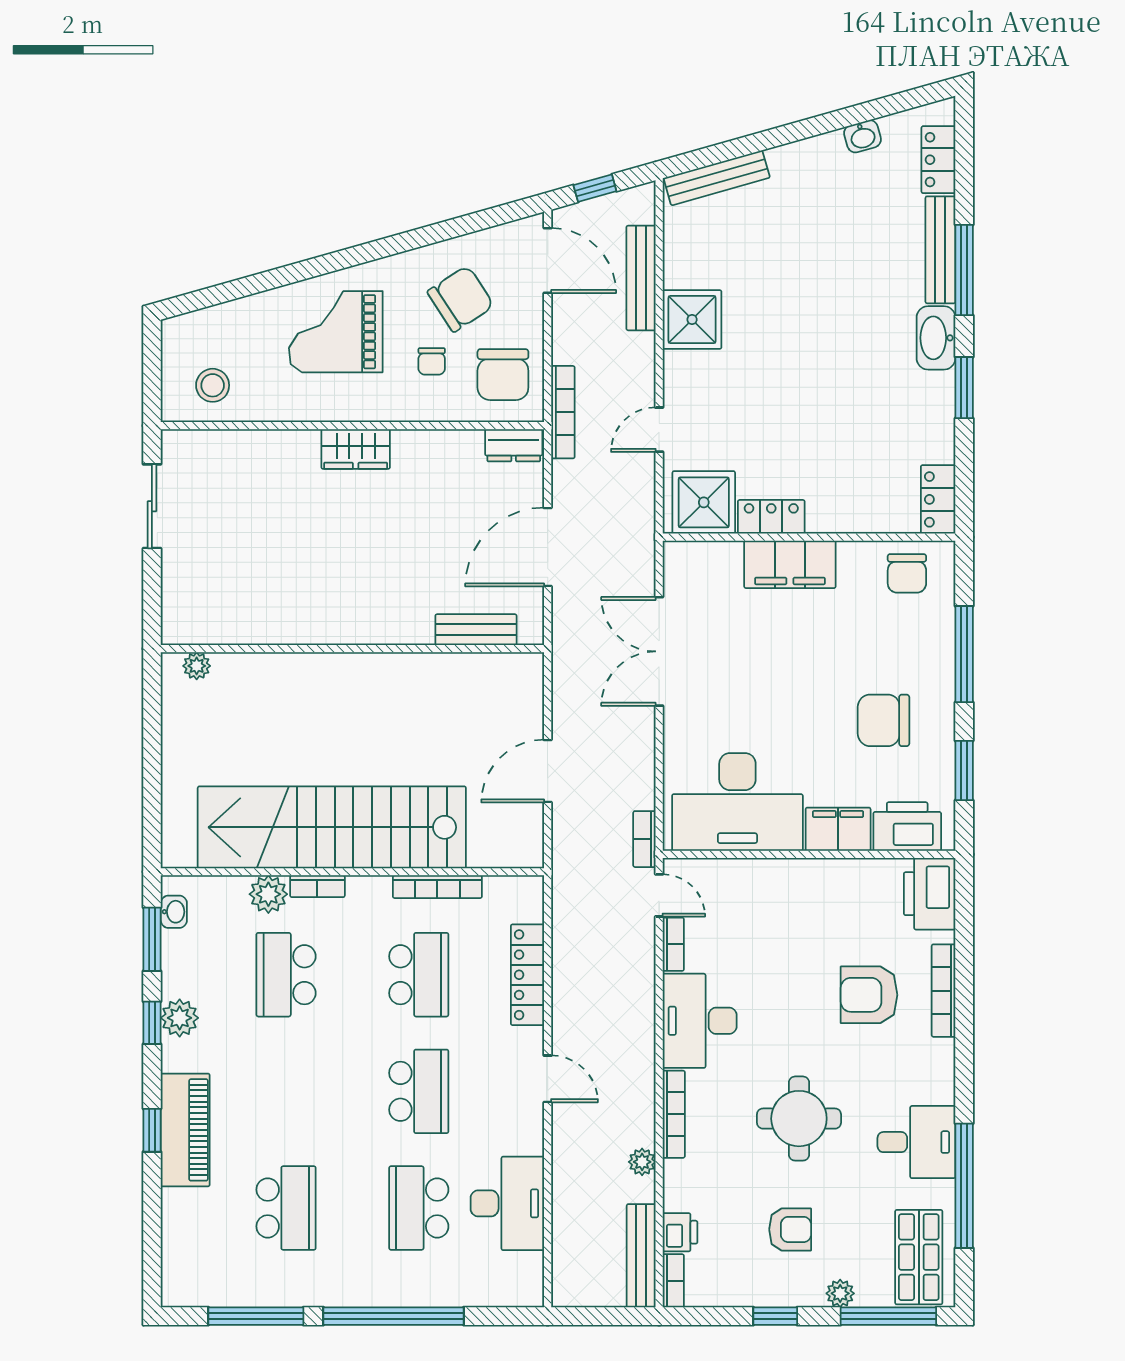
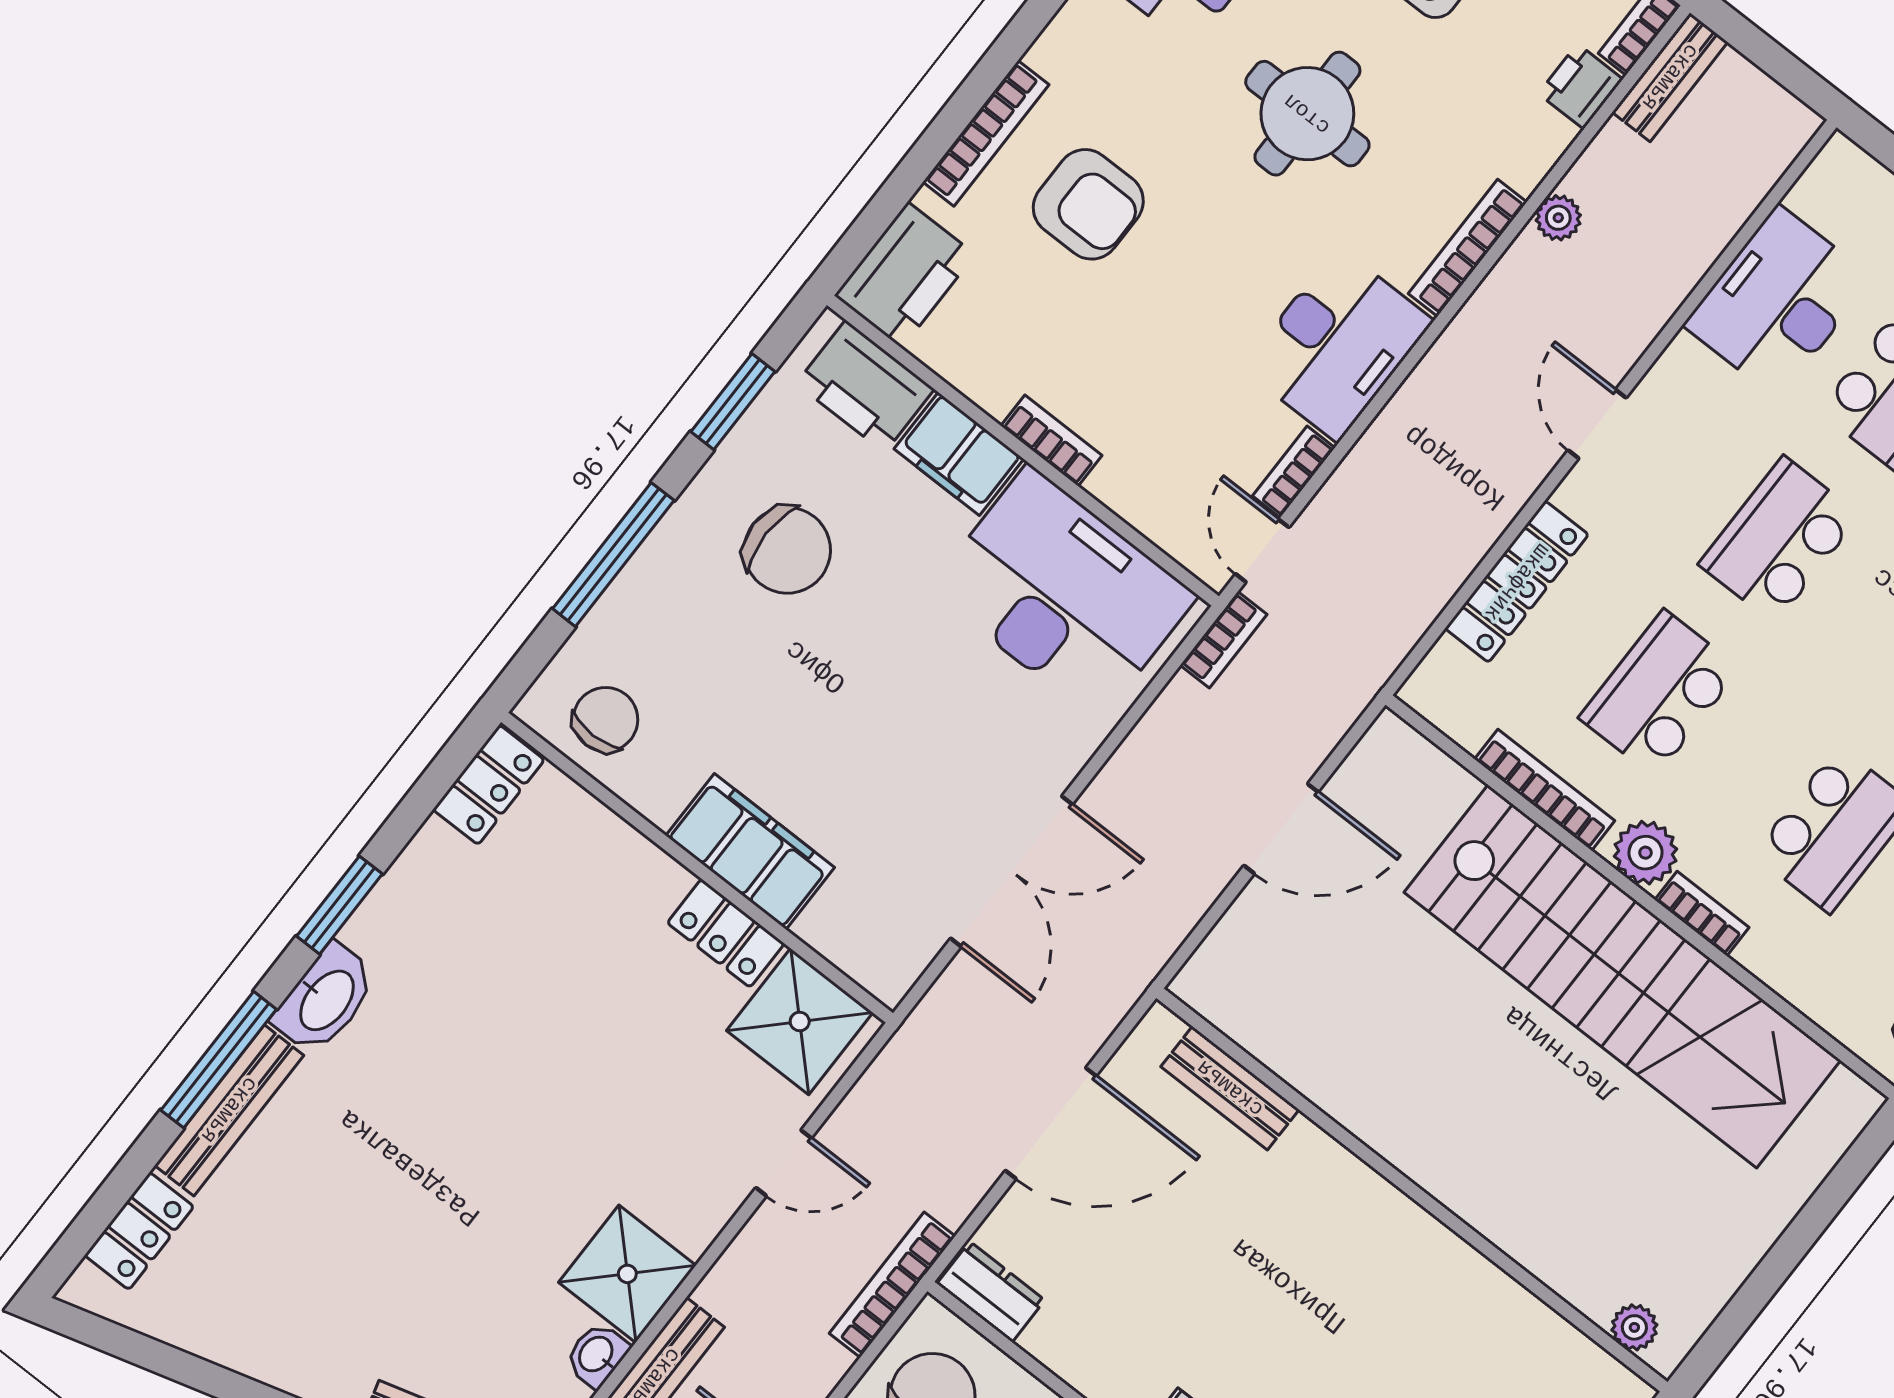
washbasin: (863, 136) -> (597, 1355), moved, turned -74
bookcase: (799, 870) -> (1051, 441), added
plant: (268, 894) -> (1645, 853), moved
bench: (641, 1256) -> (1670, 77), width x0.73

